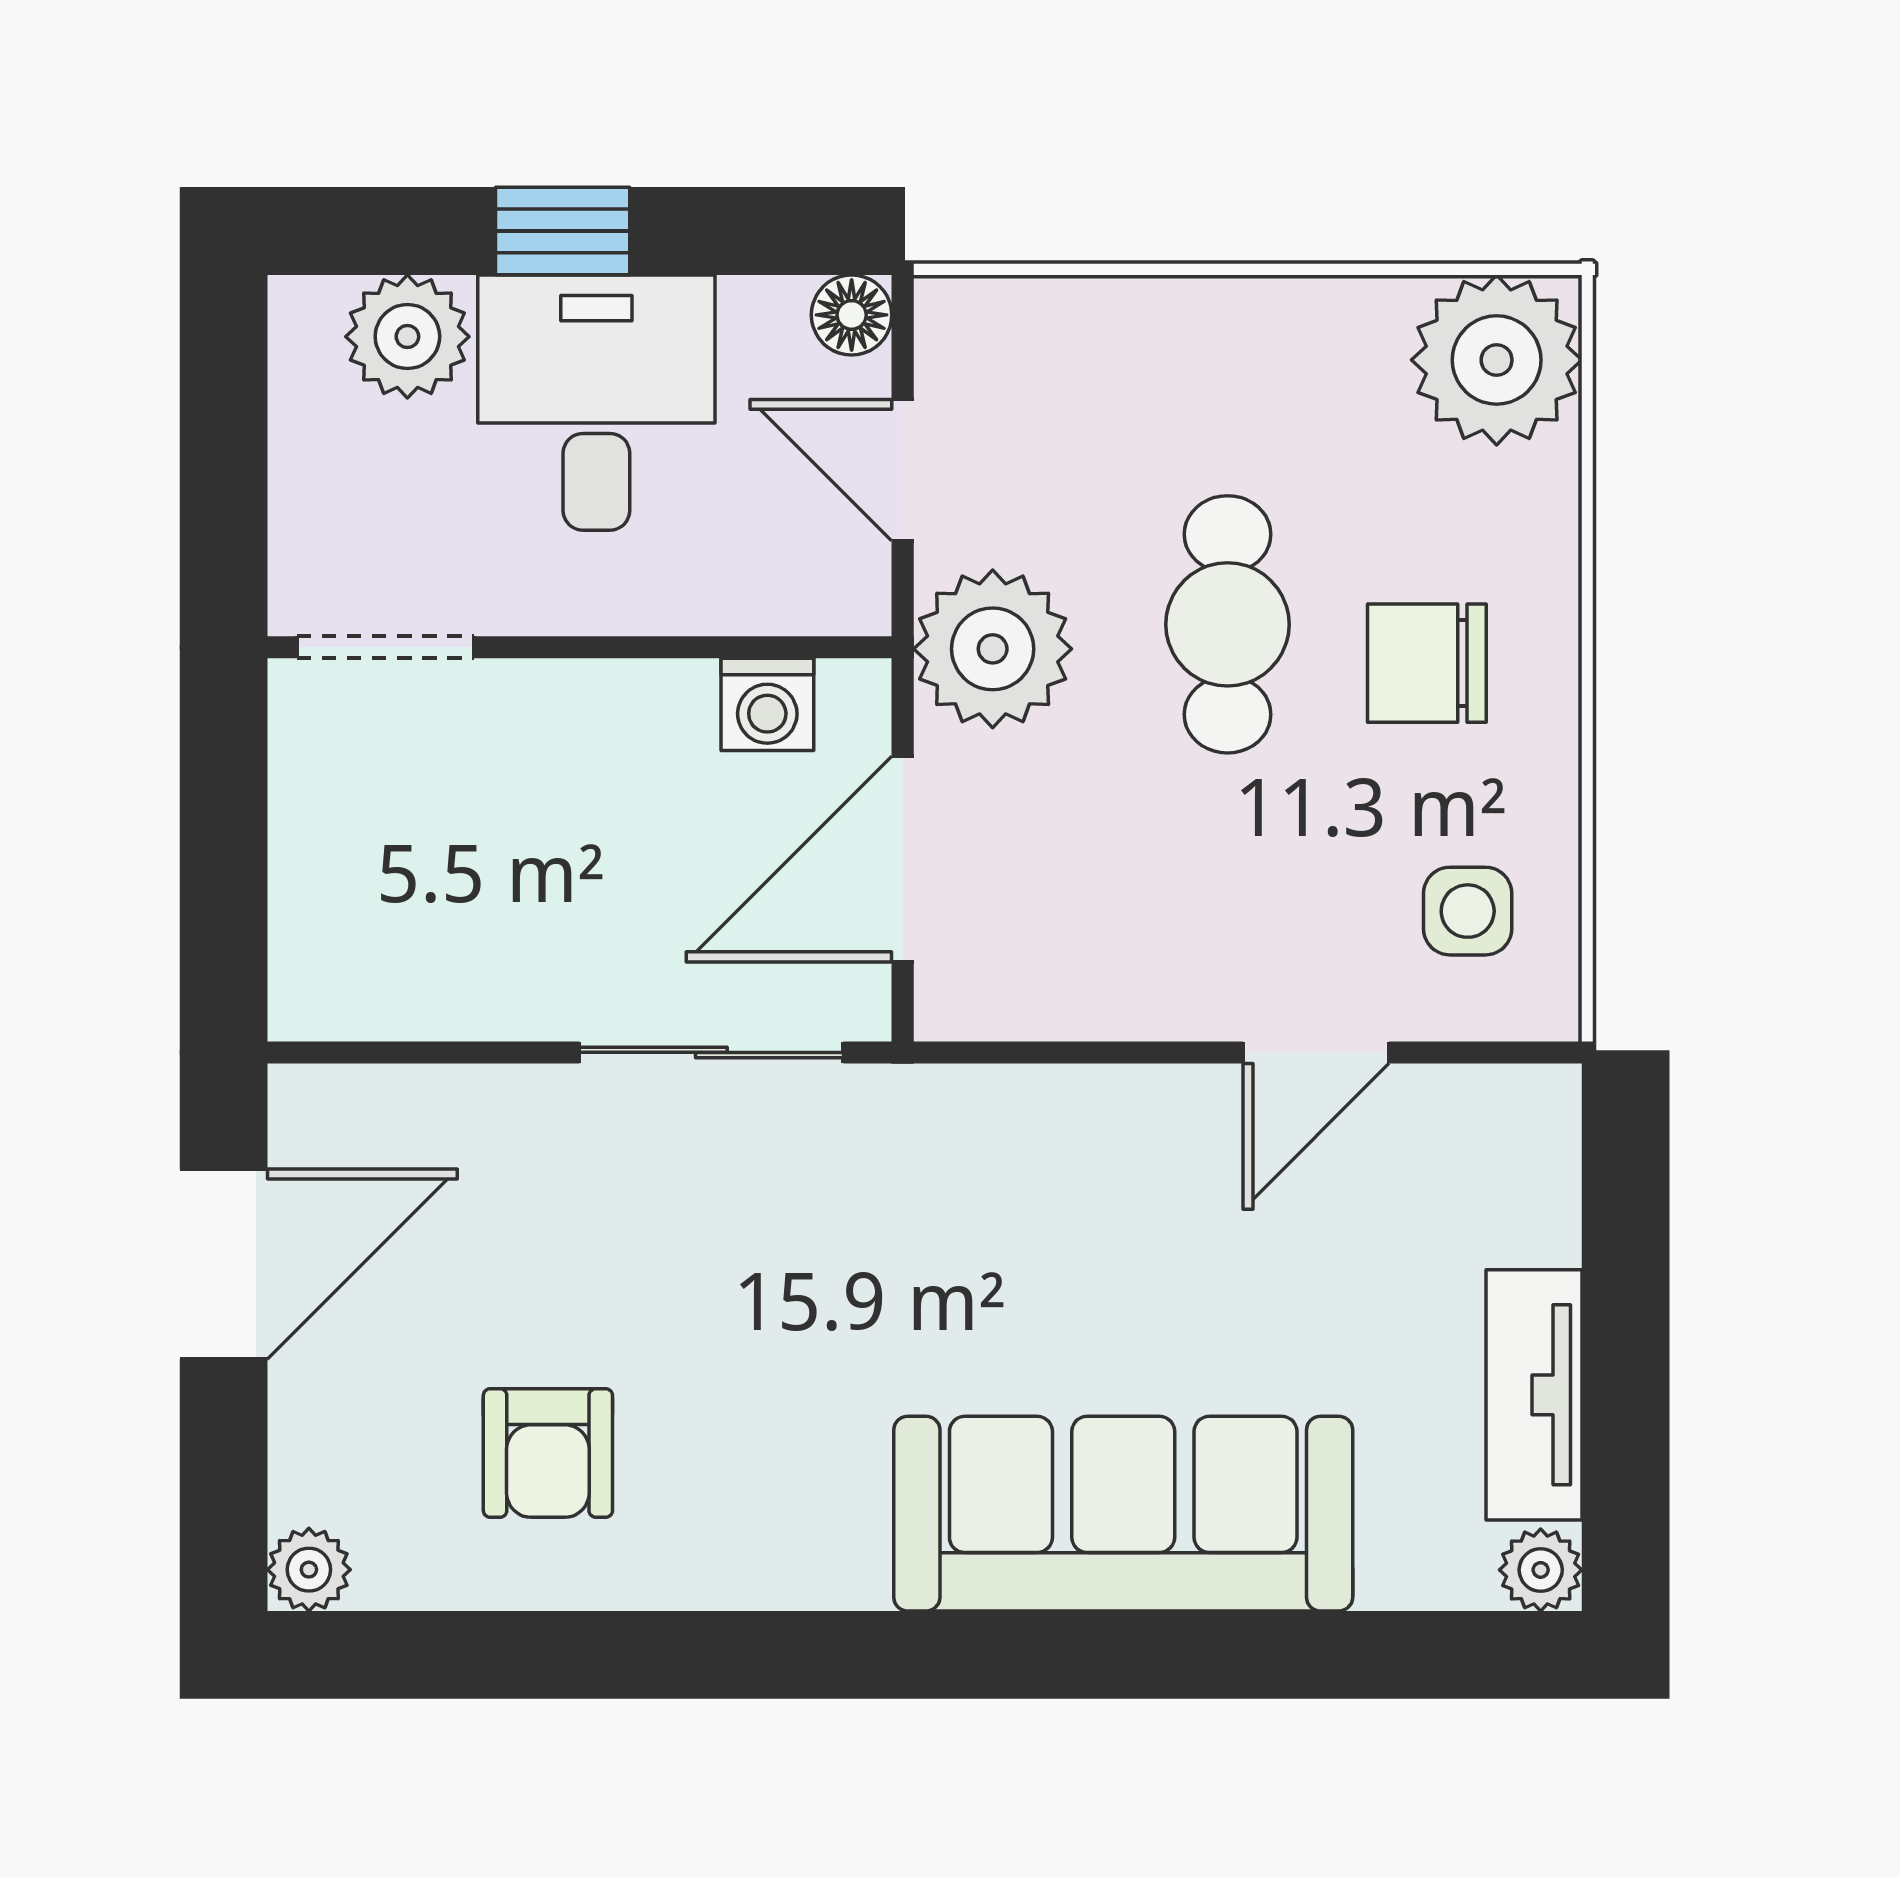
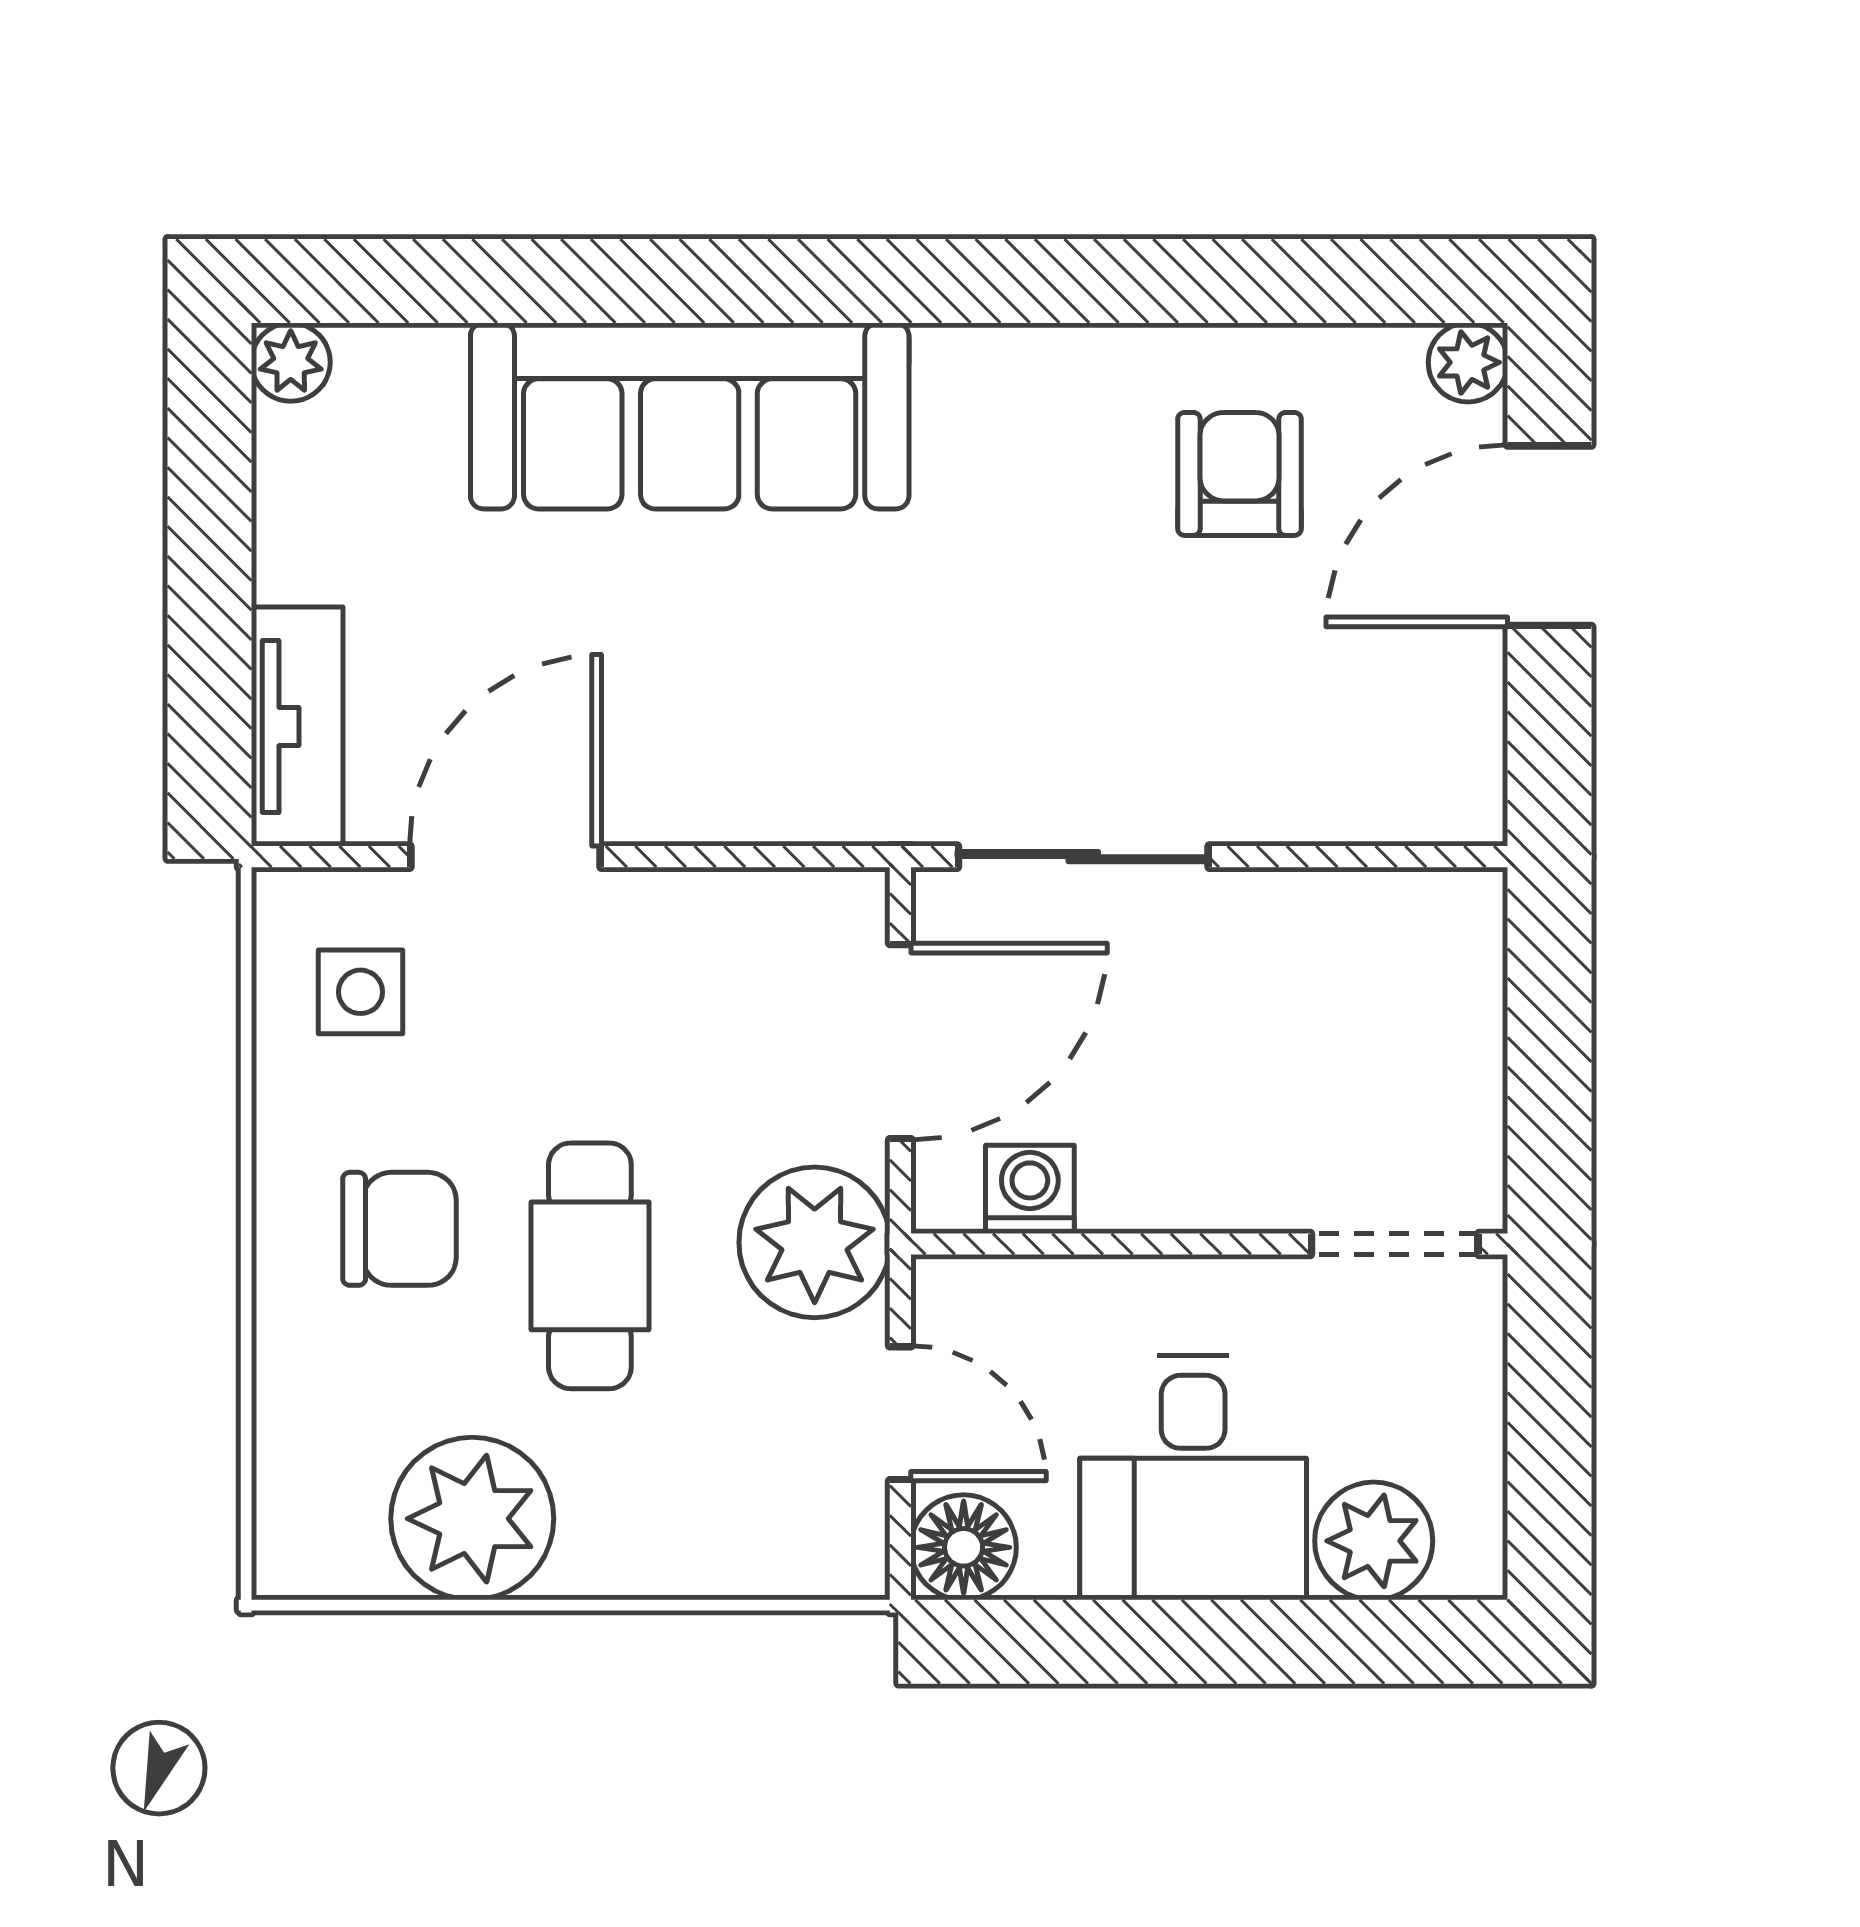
window: (563, 231) -> (1225, 1642), removed
floor lamp: (852, 315) -> (964, 1547), width x1.37, depth x1.37
plant: (1497, 360) -> (472, 1519), moved
door: (1316, 1052) -> (505, 857), width x1.38
door: (224, 1264) -> (1549, 536), moved
tv unit: (1534, 1395) -> (297, 727), moved

